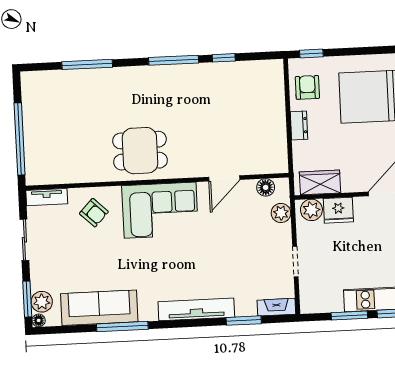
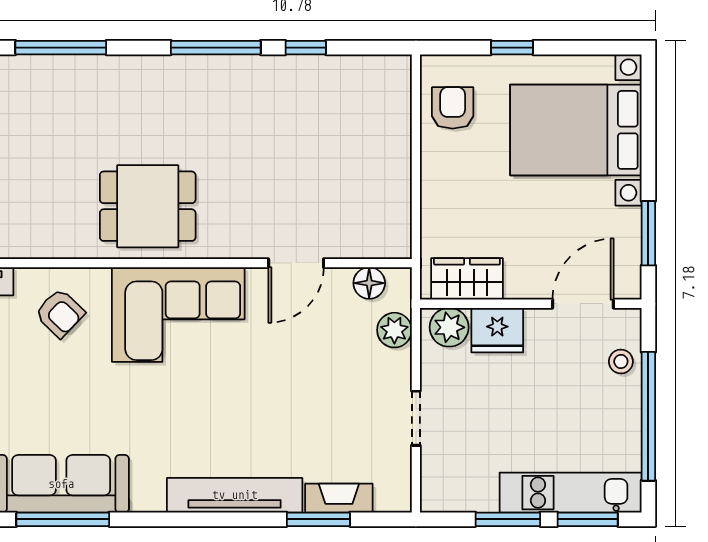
window: (311, 54) -> (512, 48), moved
dresser: (299, 125) -> (434, 175), removed
fireplace: (276, 307) -> (339, 498), moved
window: (122, 327) -> (63, 519), moved

